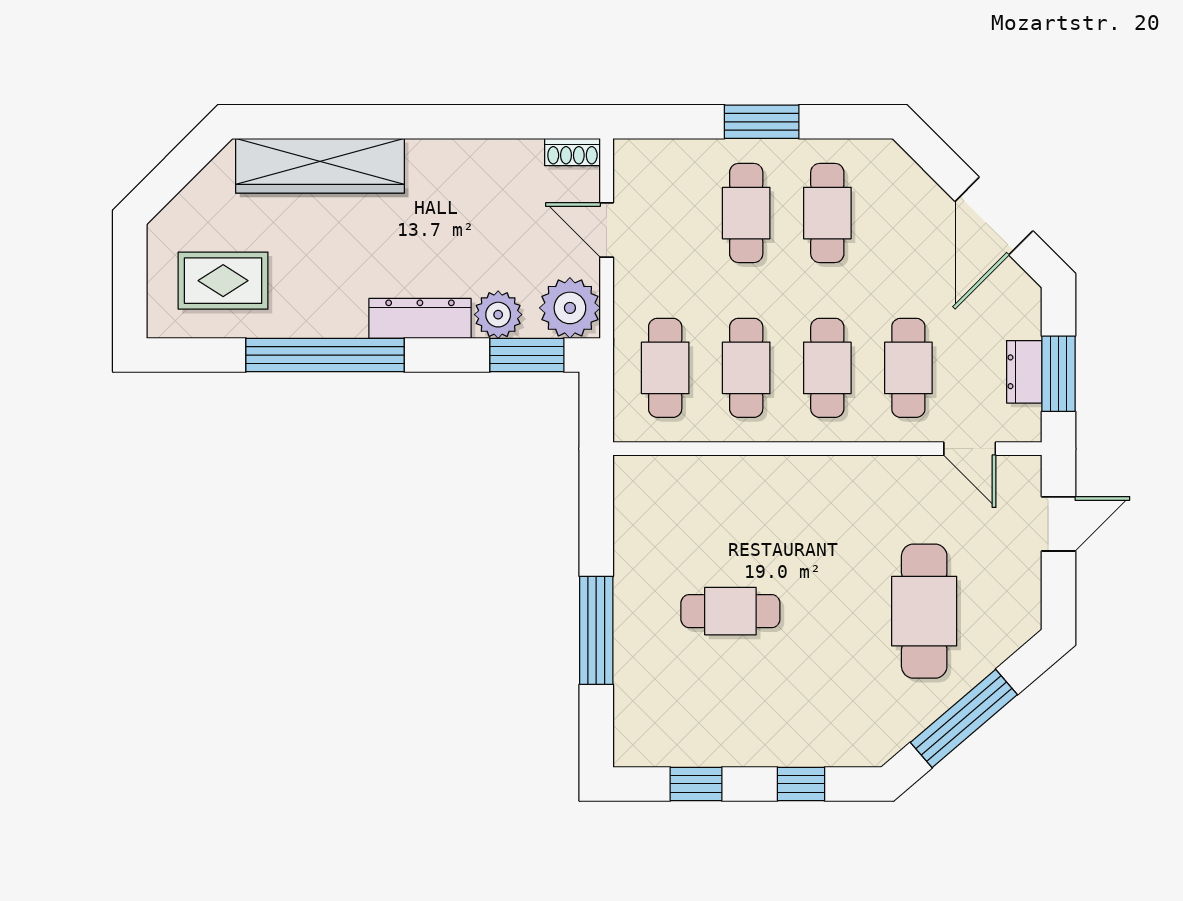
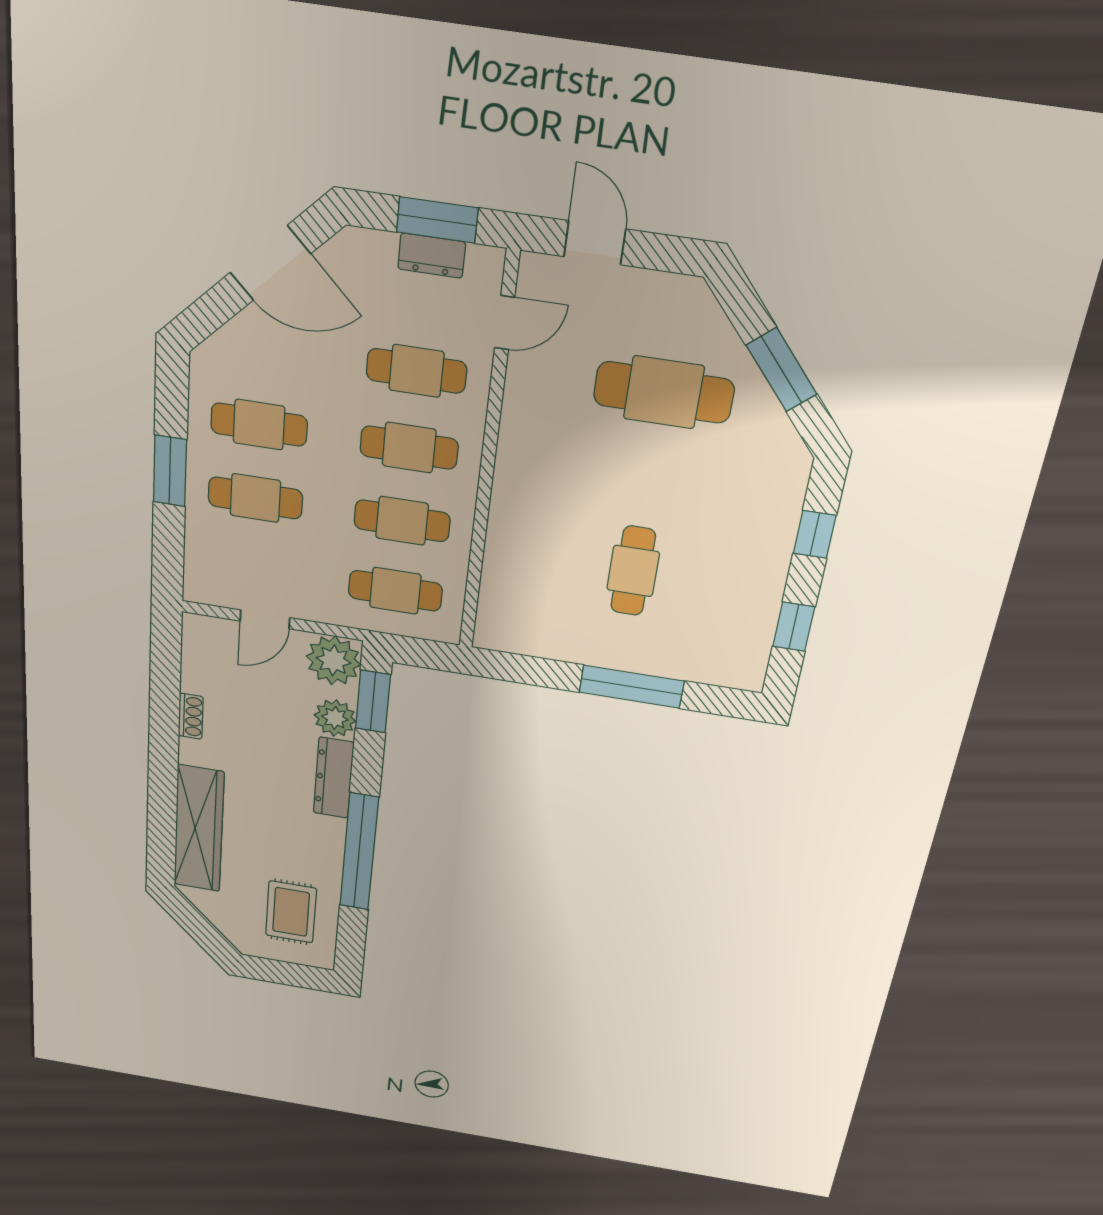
shoe rack: (572, 152) -> (191, 716), moved
window: (964, 718) -> (782, 370), width x0.69

